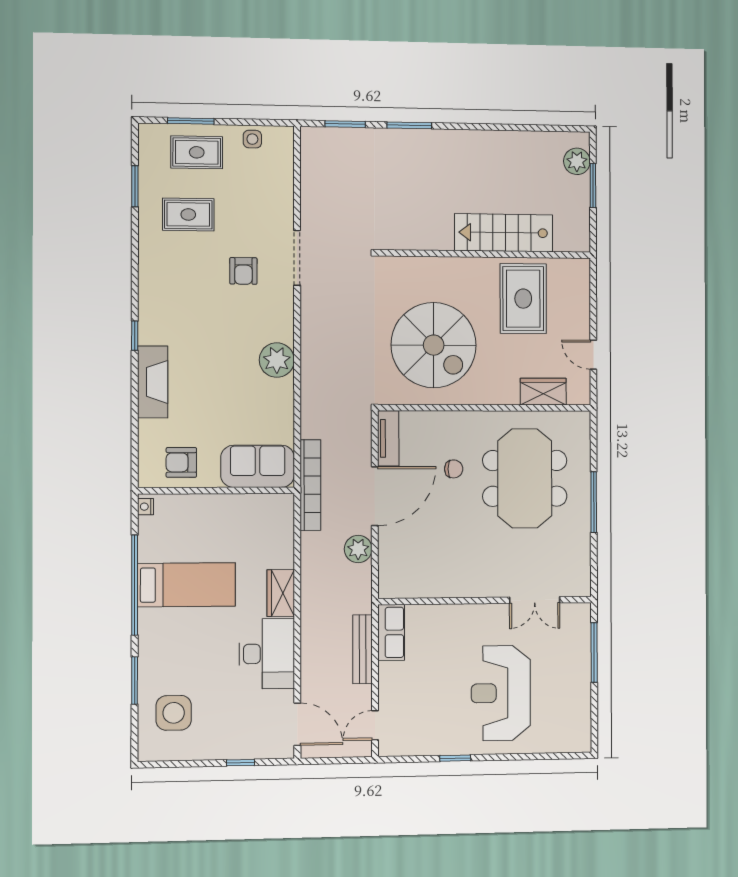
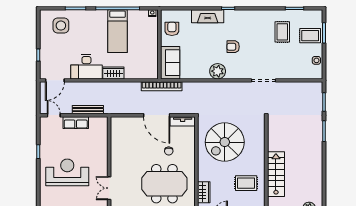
rug: (197, 152) -> (310, 36), turned 90
armchair: (243, 271) -> (233, 47), moved
rug: (523, 299) -> (246, 183), width x0.73, depth x0.70
plant: (358, 549) -> (133, 108), removed
row of seats: (391, 632) -> (76, 123), moved

